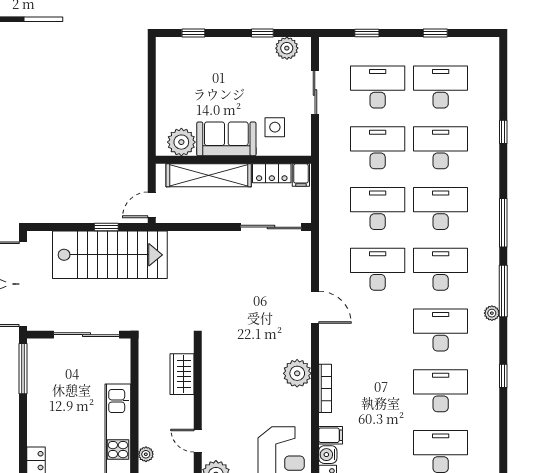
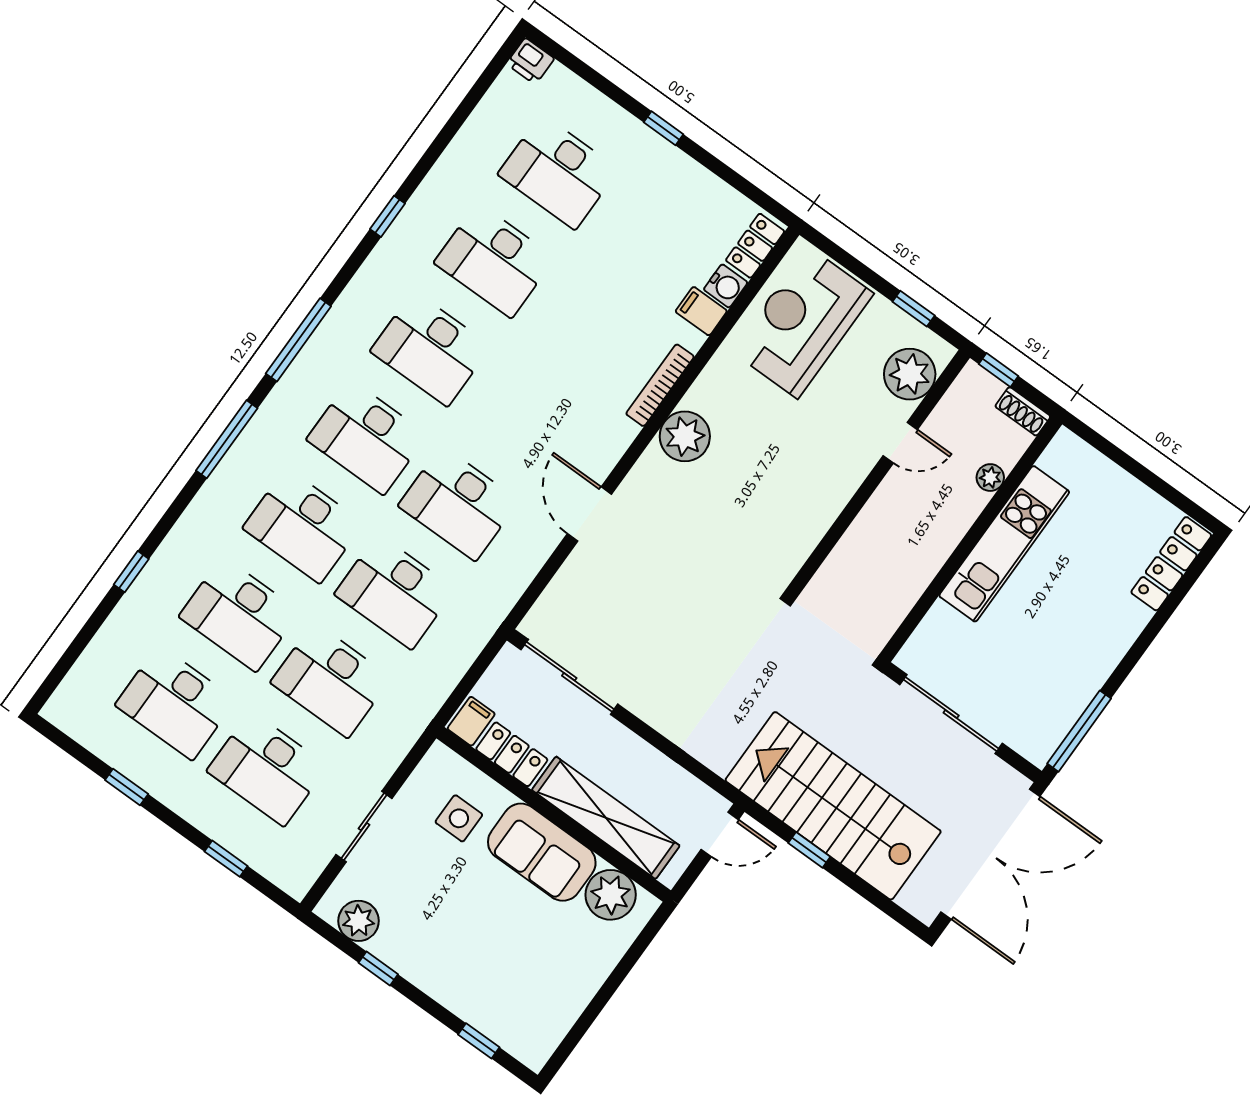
plant: (492, 313) -> (338, 320), removed
wardrobe: (182, 374) -> (853, 556), removed
door: (198, 441) -> (900, 443), hinge flipped

